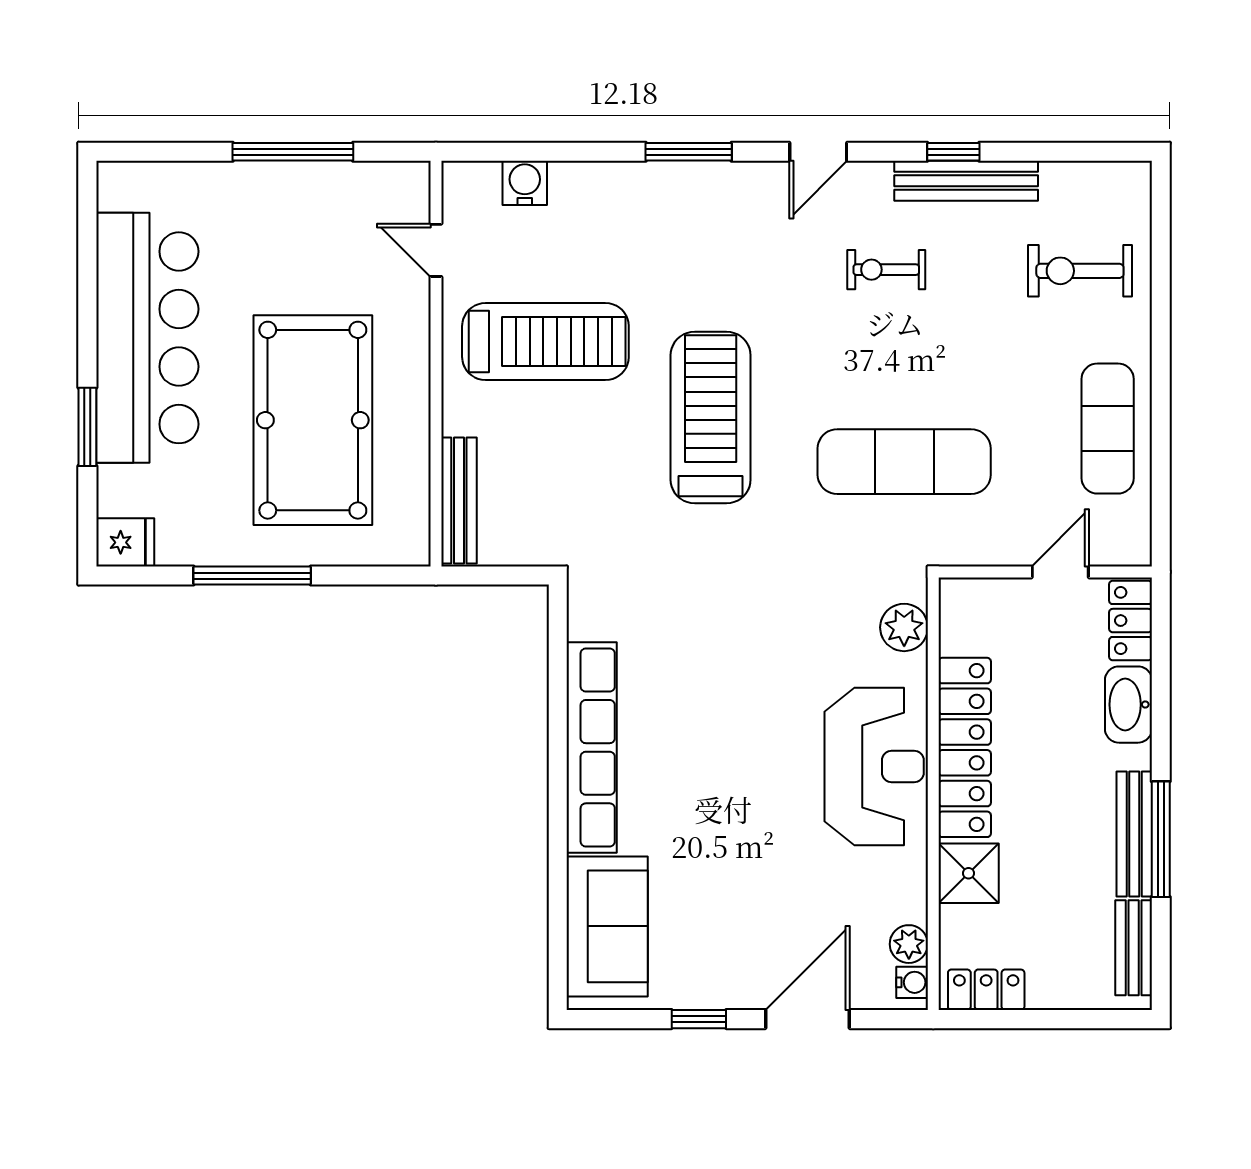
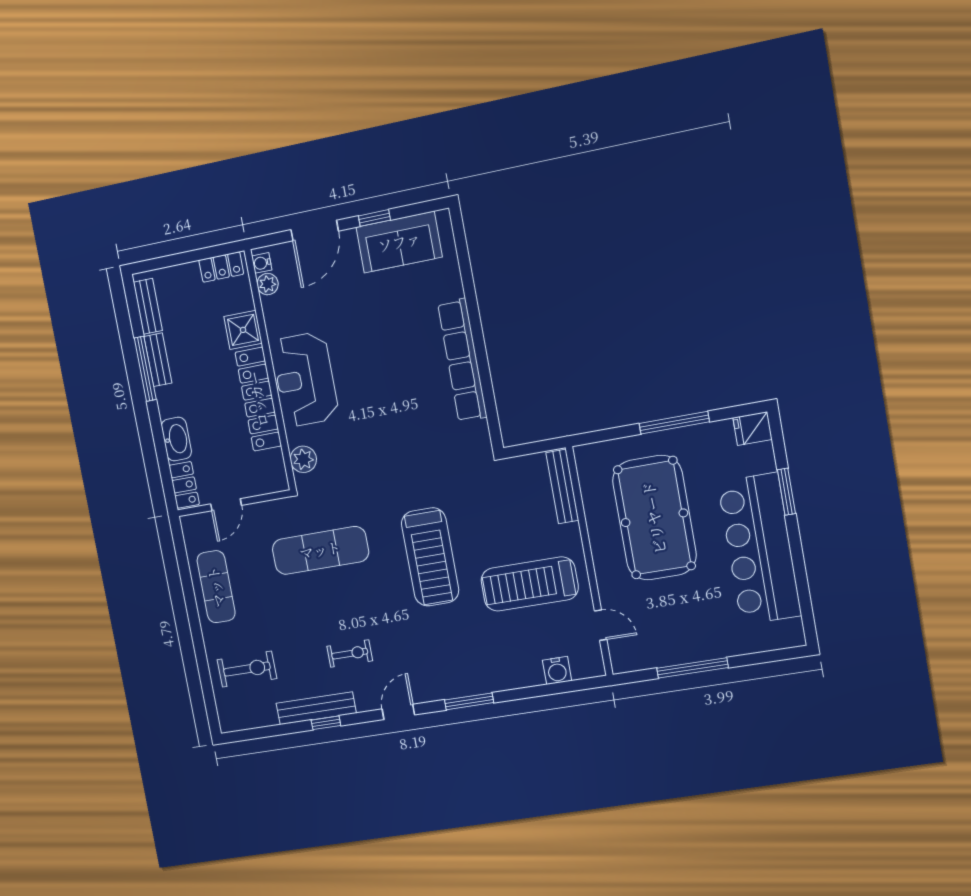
bench: (1134, 834) -> (158, 360), width x0.73
sofa: (607, 926) -> (399, 242), moved, turned -90

